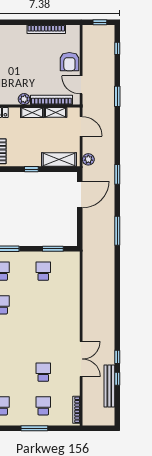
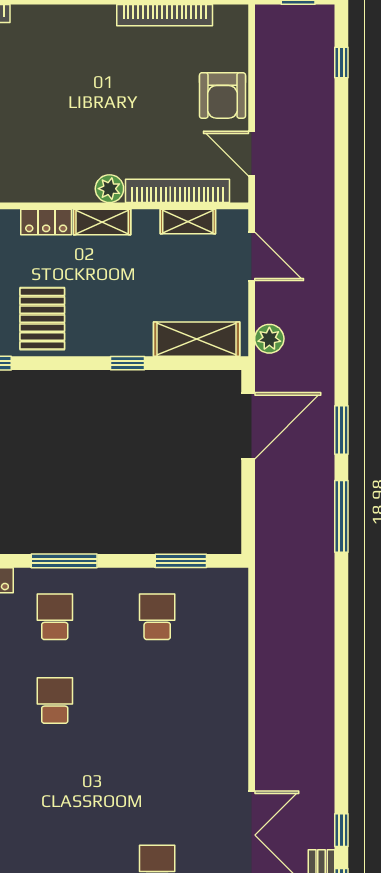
window: (117, 96) -> (341, 182), removed
shelving: (32, 112) -> (102, 222), moved
window: (117, 174) -> (341, 430), moved

